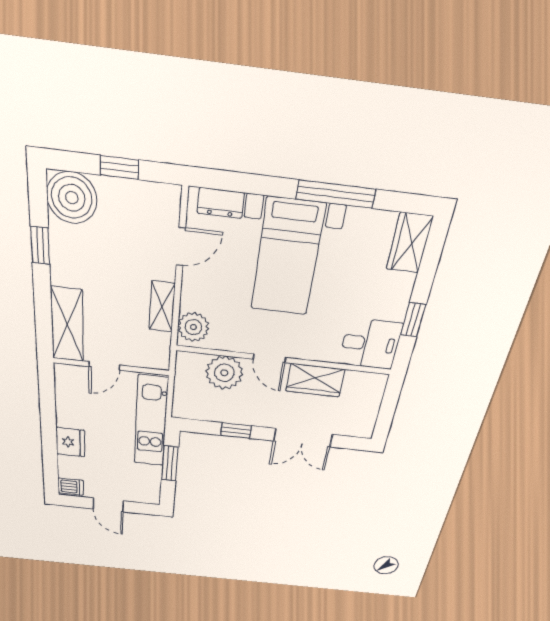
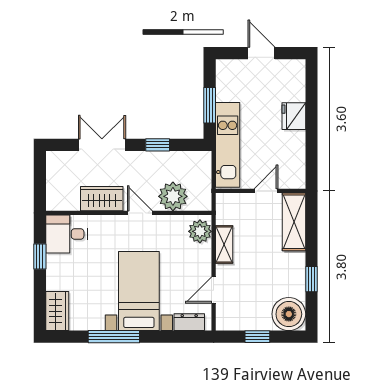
dishwasher: (71, 487) -> (295, 69), removed

